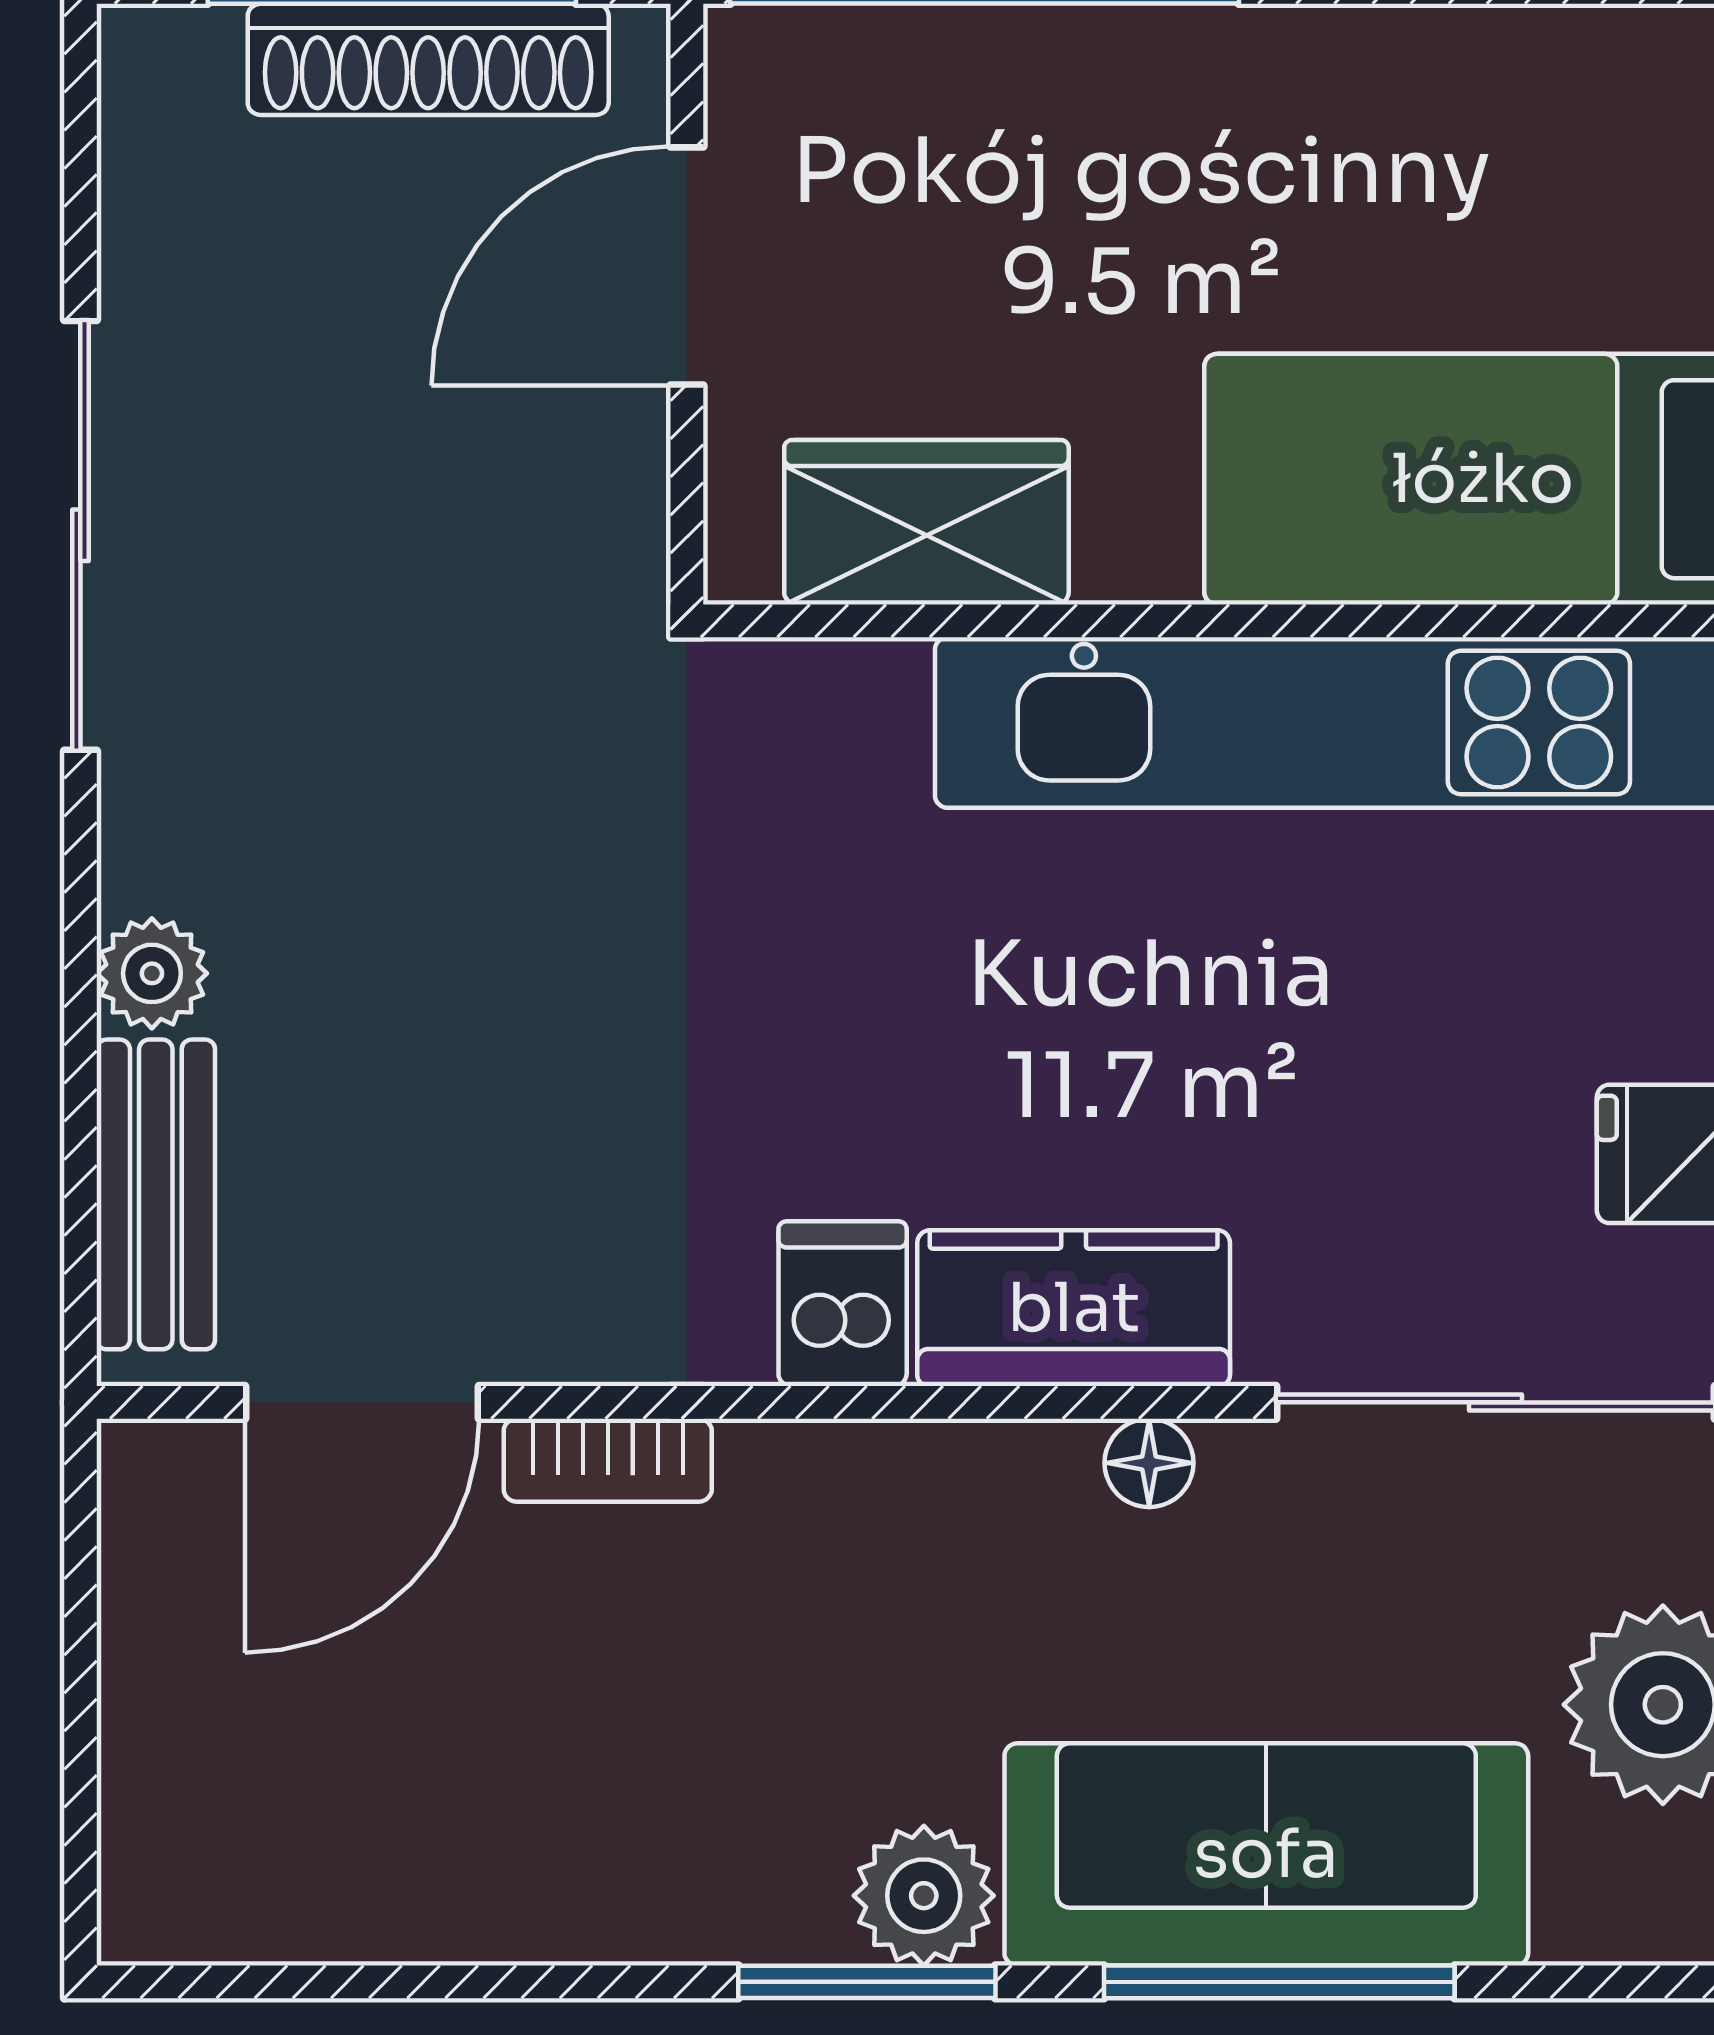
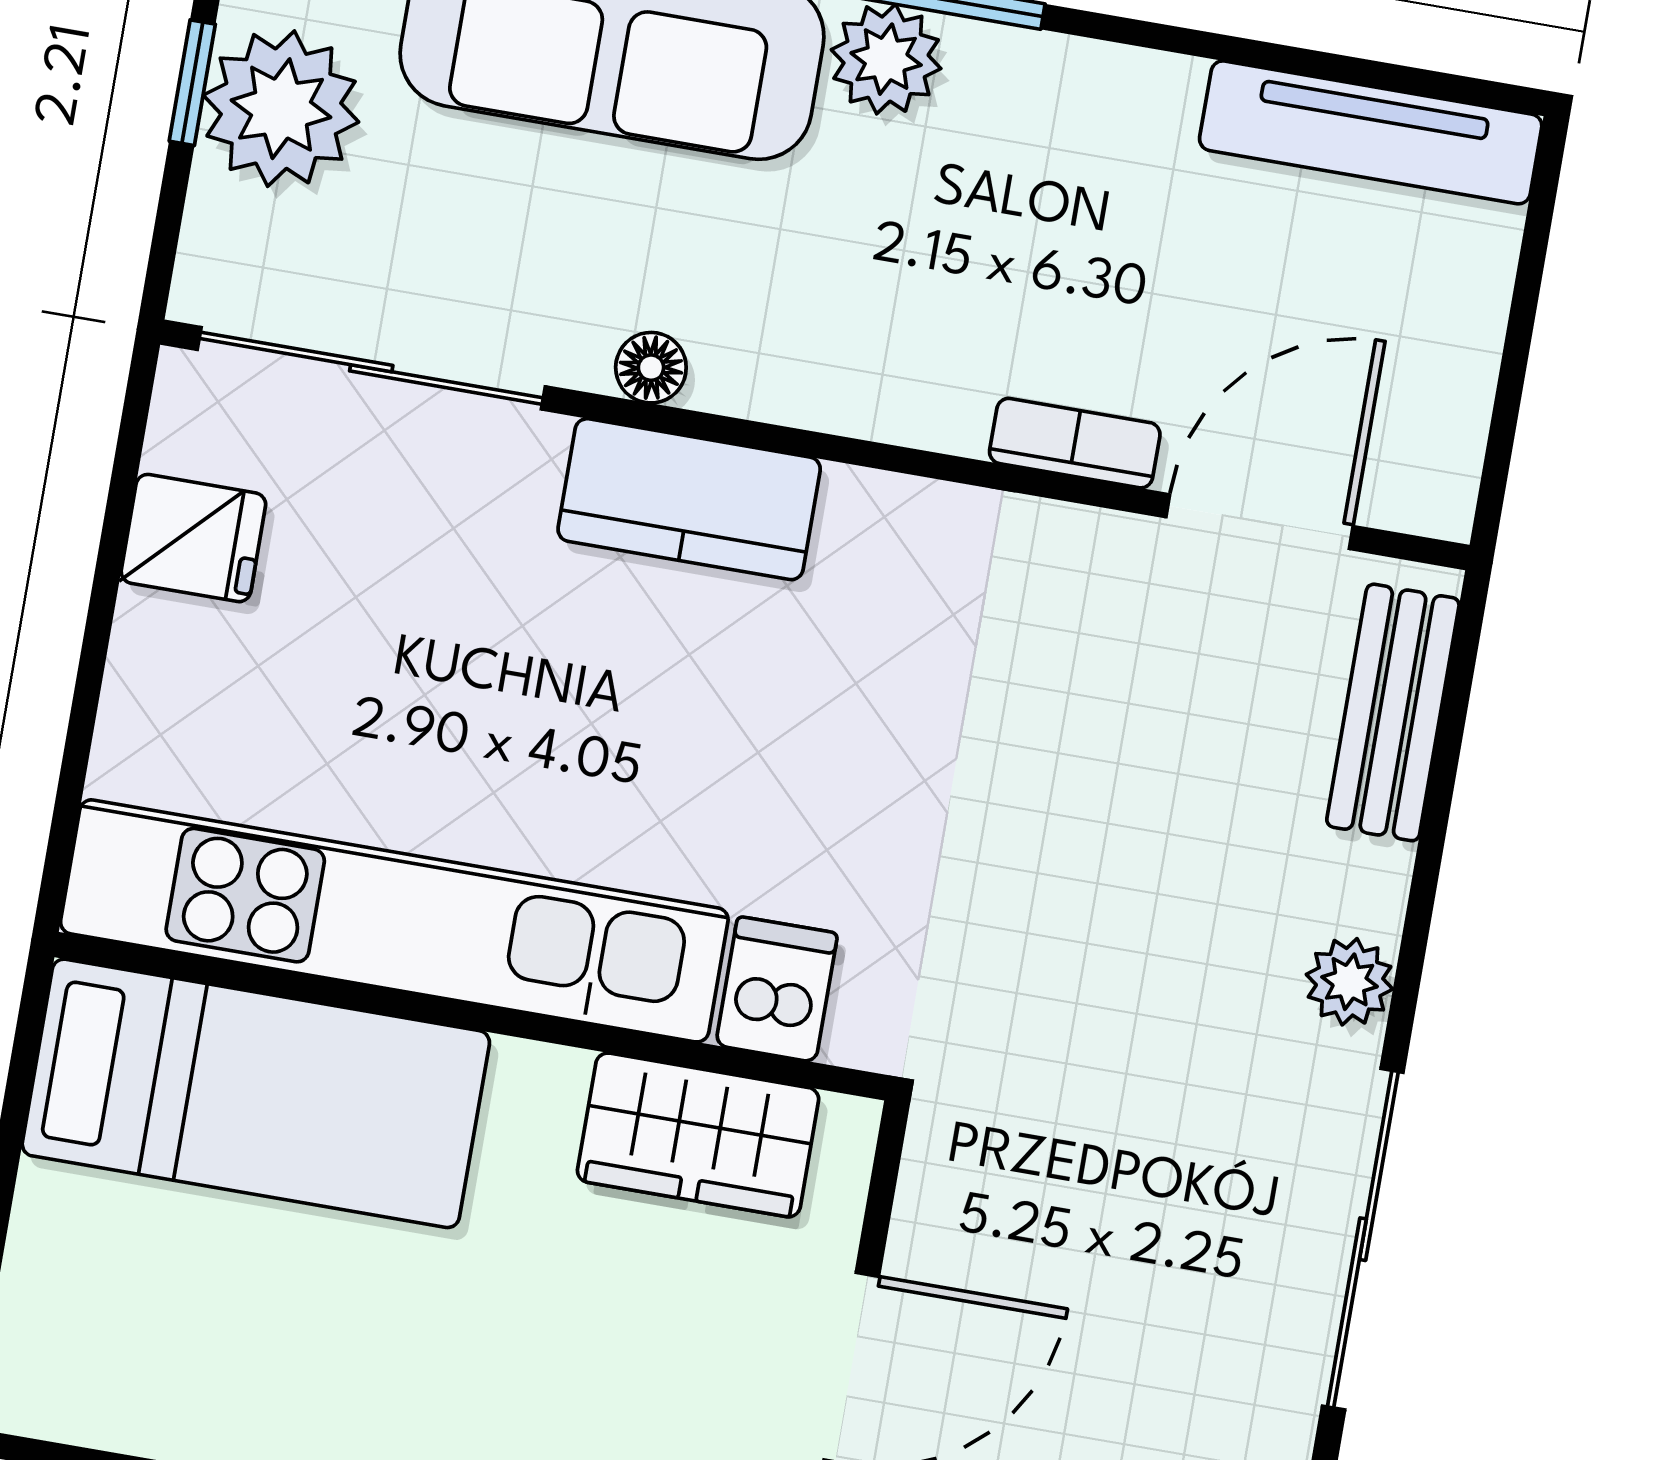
plant: (152, 973) -> (1350, 982), moved
dishwasher: (843, 1304) -> (777, 989), moved, turned 180
tv unit: (308, 1909) -> (1371, 132), added

